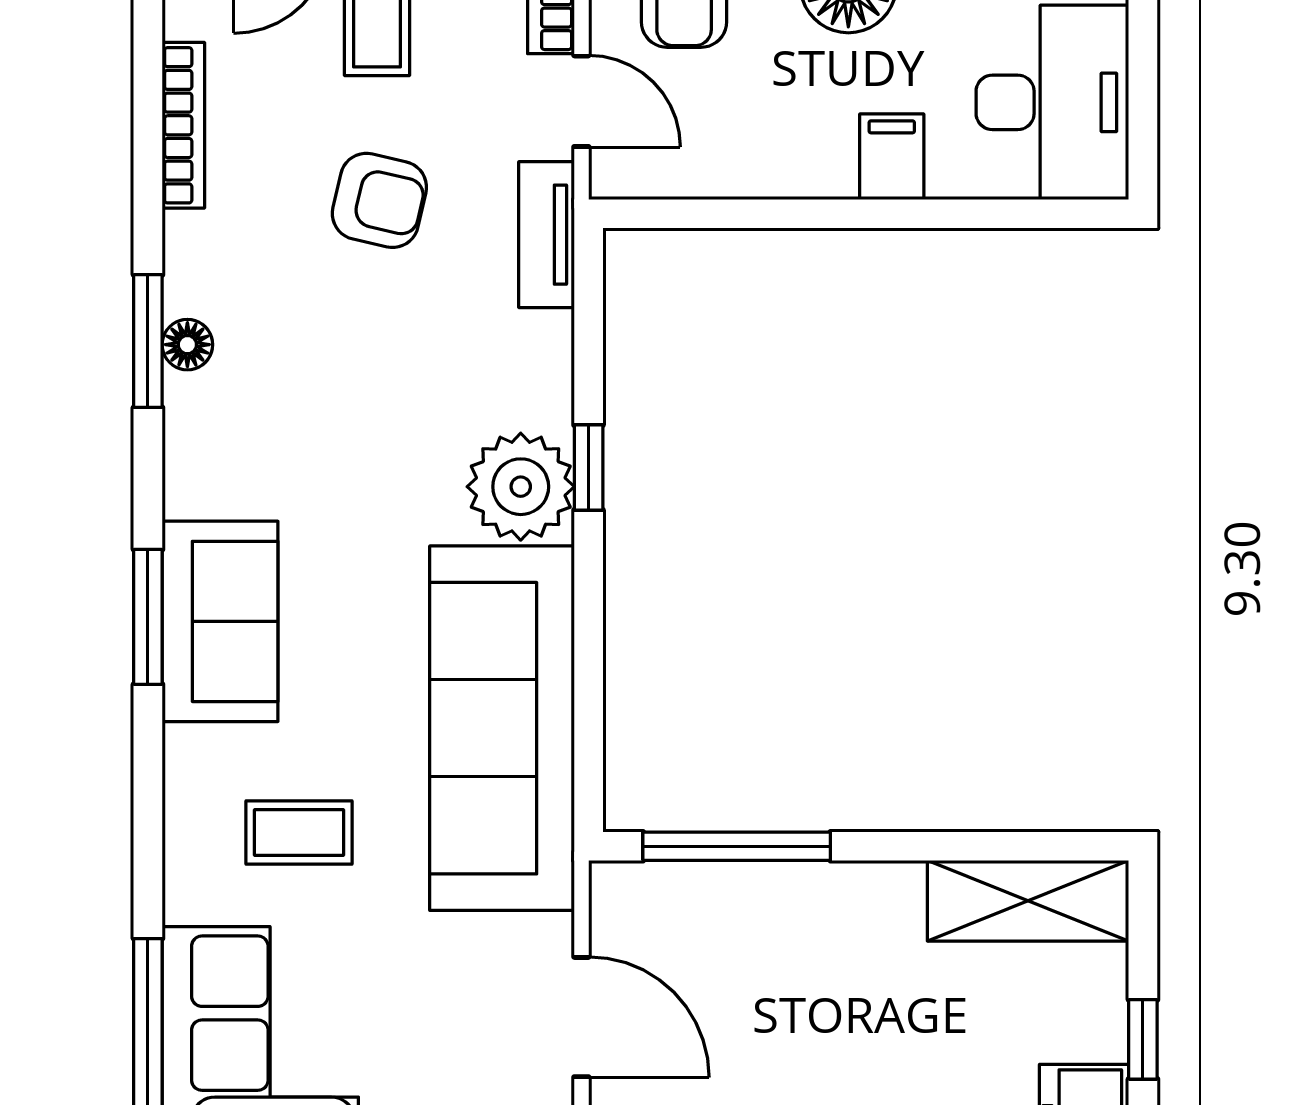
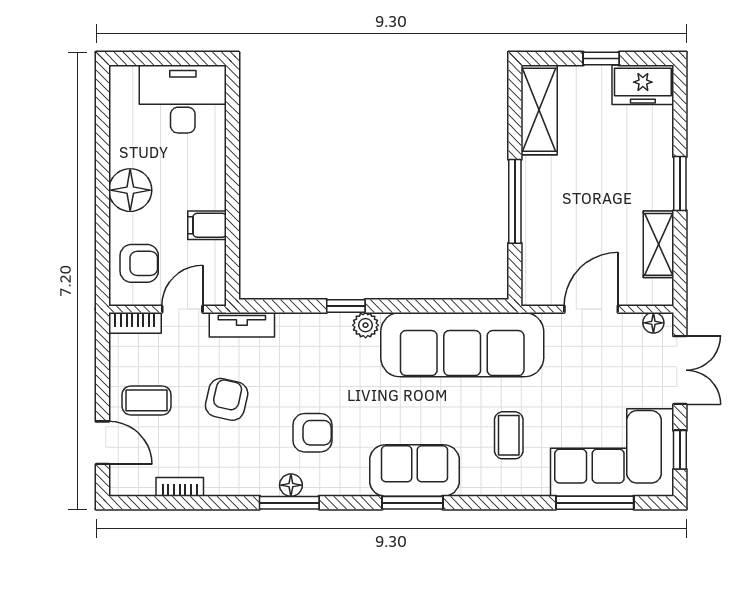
bookcase: (183, 125) -> (180, 487), width x0.64
filing cabinet: (892, 157) -> (207, 225), moved
armchair: (305, 393) -> (312, 433), added
plant: (521, 487) -> (366, 325), width x0.53, depth x0.53
window: (737, 846) -> (515, 201), moved

